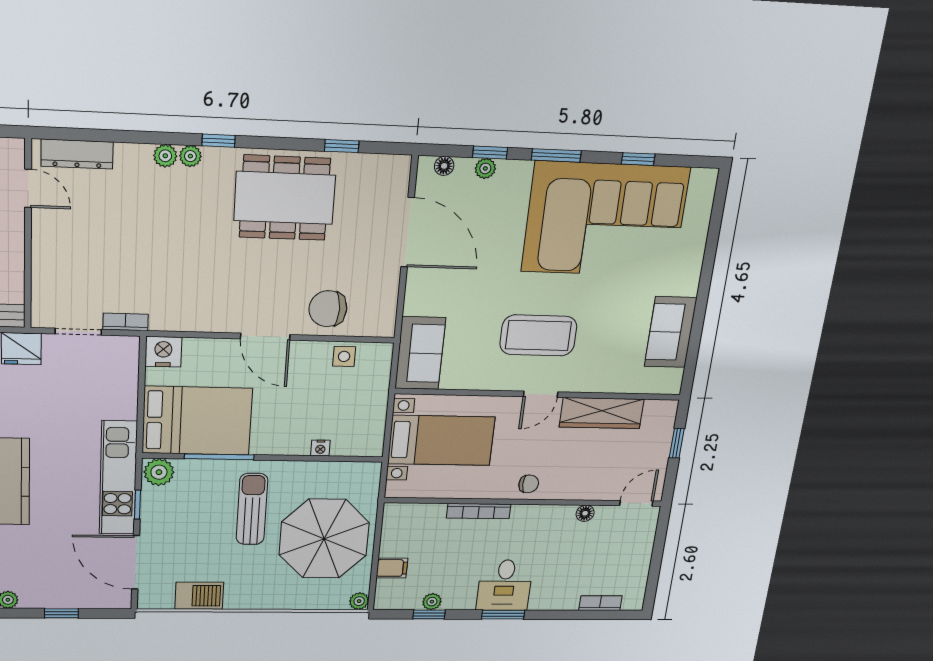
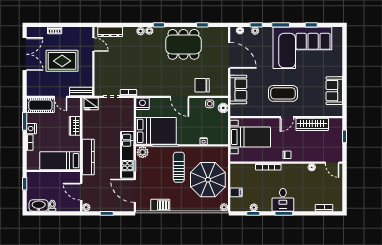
sofa: (420, 353) -> (238, 89), moved
floor lamp: (379, 368) -> (223, 108), added
door: (636, 503) -> (332, 163), swing flipped

